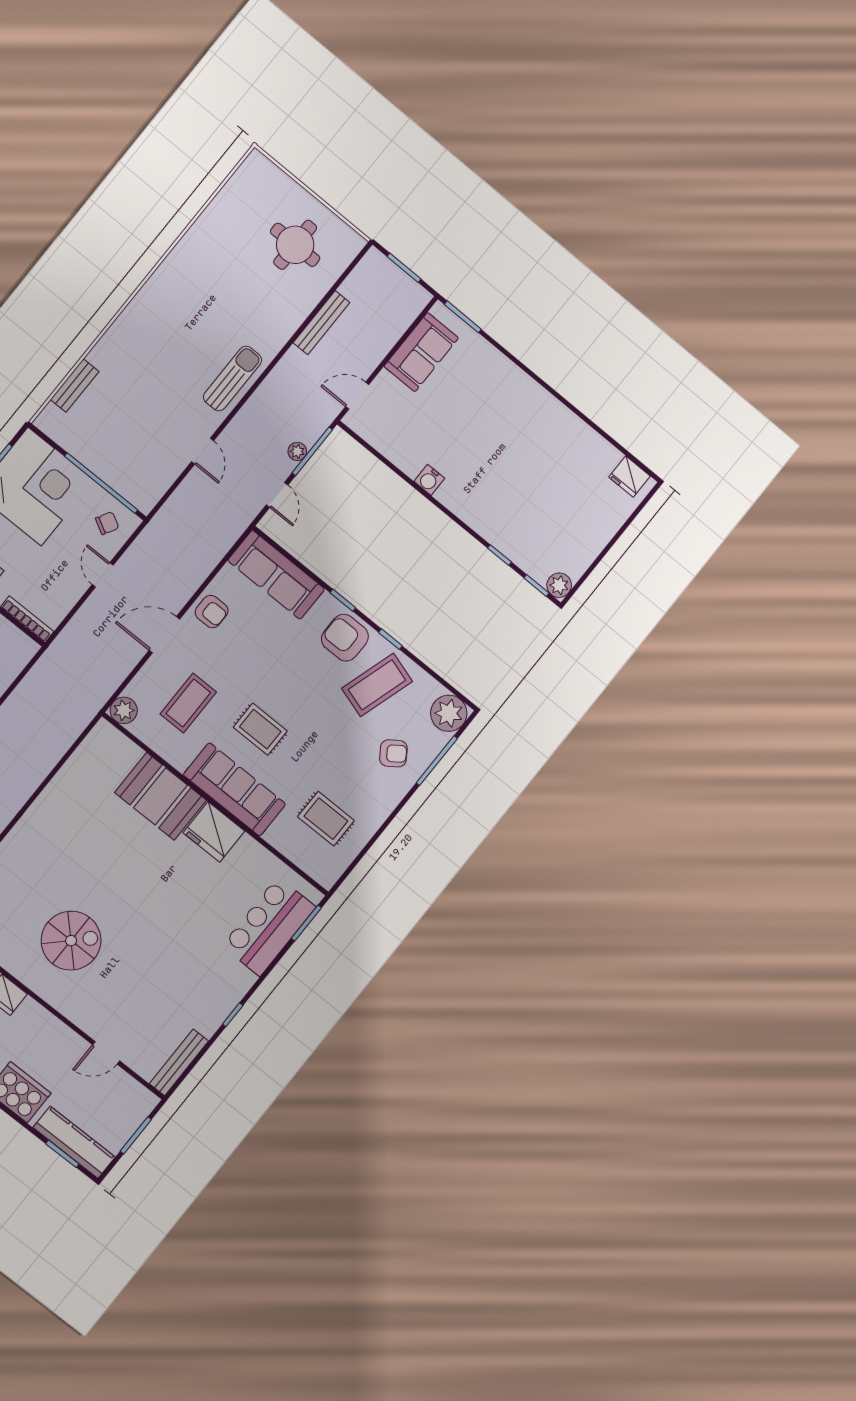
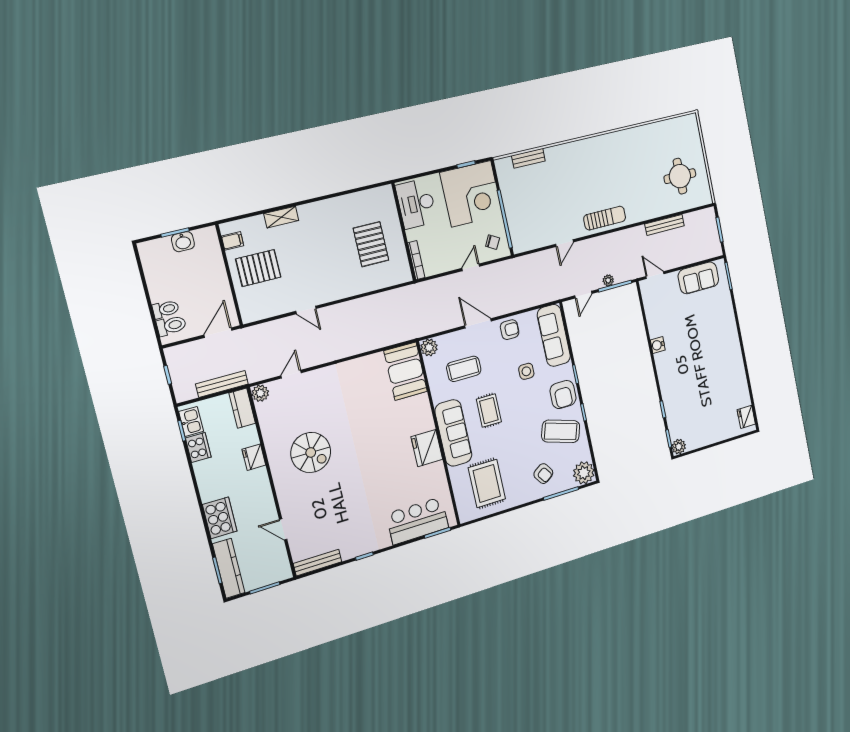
armchair: (212, 612) -> (510, 330), turned -90
armchair: (345, 638) -> (563, 395), turned 180
side table: (273, 646) -> (526, 371), added
booth: (161, 796) -> (406, 371), moved
rug: (326, 819) -> (487, 483), width x1.36, depth x1.43

